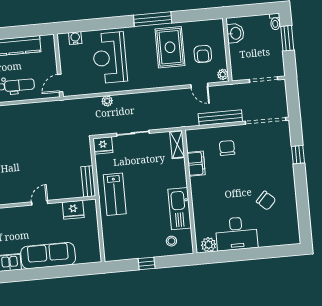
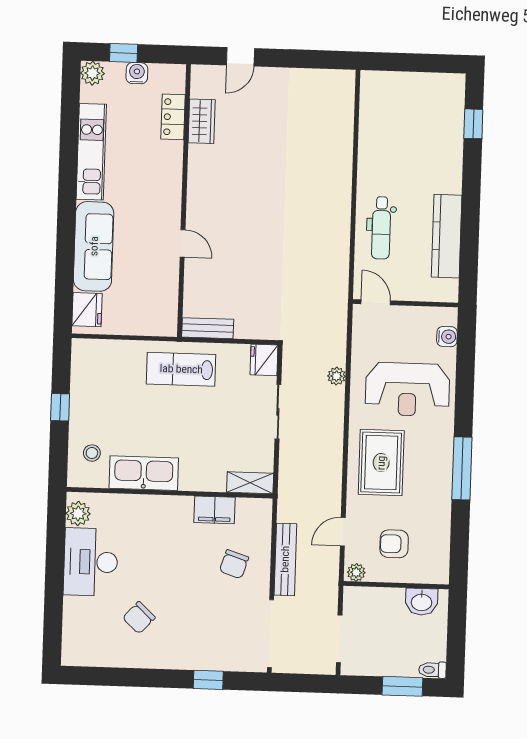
rug: (170, 47) -> (381, 463), moved, turned 90
reception desk: (110, 58) -> (407, 389), turned 180
chair: (227, 148) -> (234, 564), turned 108
fridge: (73, 210) -> (87, 310), moved, turned 180

